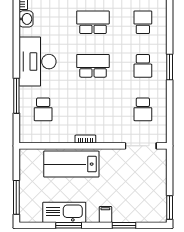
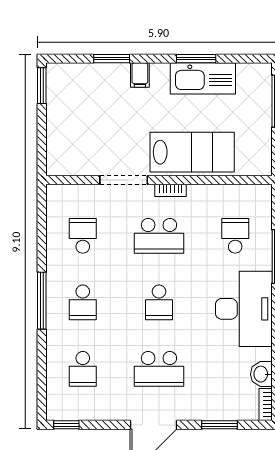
school desk: (93, 66) -> (159, 302), width x0.54
school desk: (143, 66) -> (83, 302), turned 180
window: (170, 67) -> (42, 301), width x1.44
school desk: (93, 109) -> (159, 236), added
doorway: (141, 146) -> (124, 180), moved

